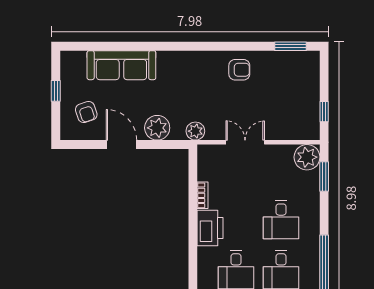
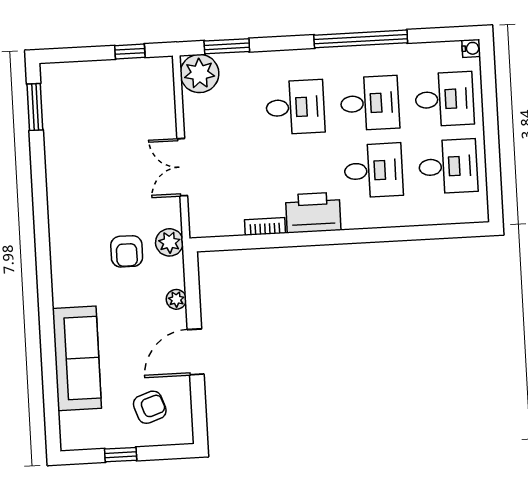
armchair: (239, 70) -> (127, 251), moved, turned 180
plant: (157, 128) -> (176, 299), width x0.53, depth x0.53

